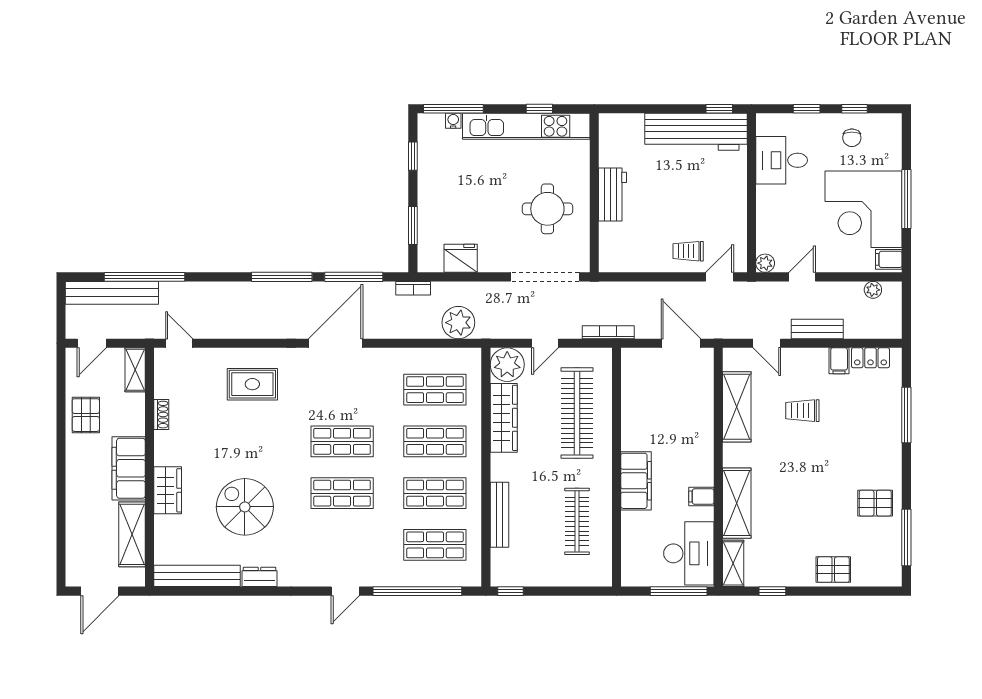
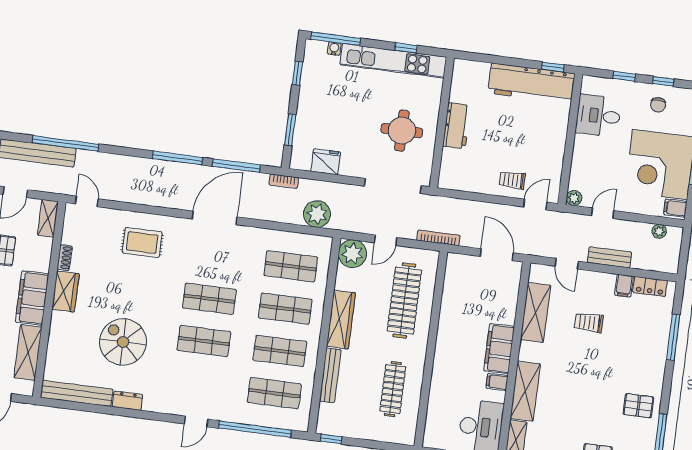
wardrobe: (504, 418) -> (341, 319), moved
filing cabinet: (636, 481) -> (499, 349), moved, turned 180
wardrobe: (168, 490) -> (65, 291), moved

